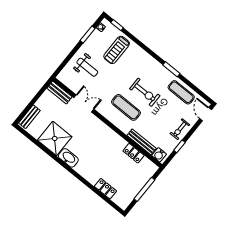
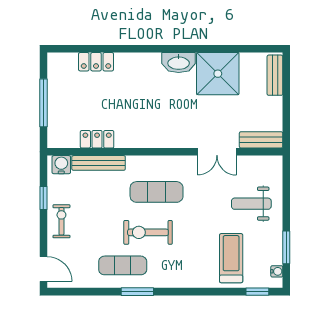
exercise mat: (181, 92) -> (123, 265), moved

